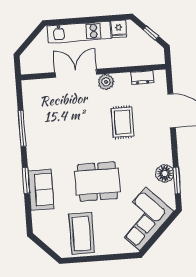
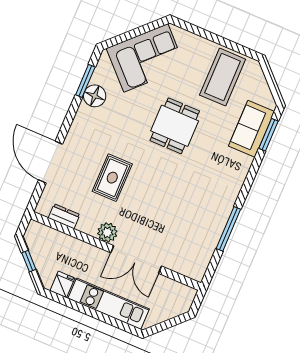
window: (26, 180) -> (269, 135), moved
dining table: (97, 182) -> (175, 126), width x0.73
sofa: (41, 190) -> (251, 129), moved

